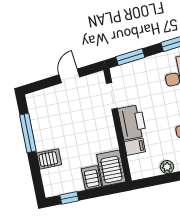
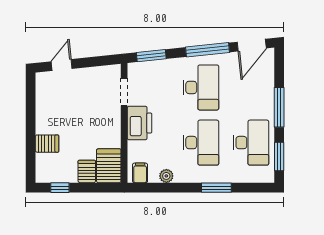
door: (69, 76) -> (62, 65), moved
window: (28, 133) -> (31, 113), removed
filing cabinet: (135, 147) -> (140, 173), moved, turned -90

